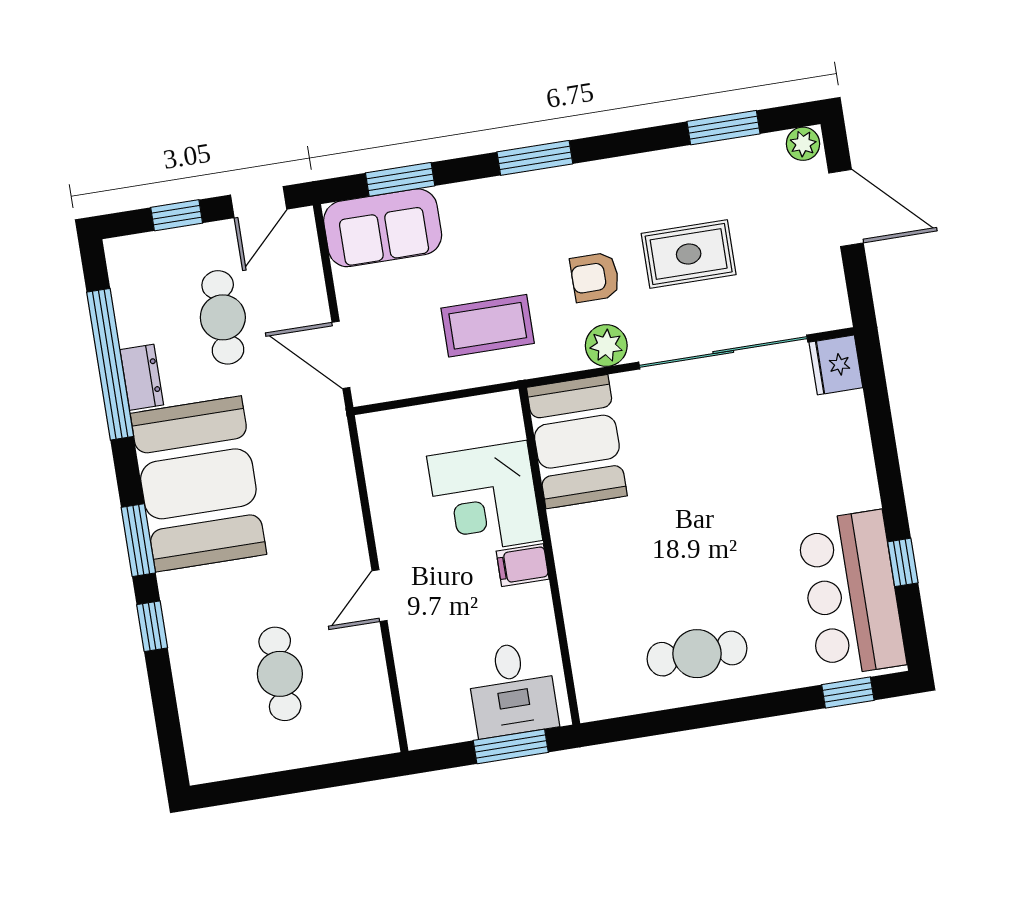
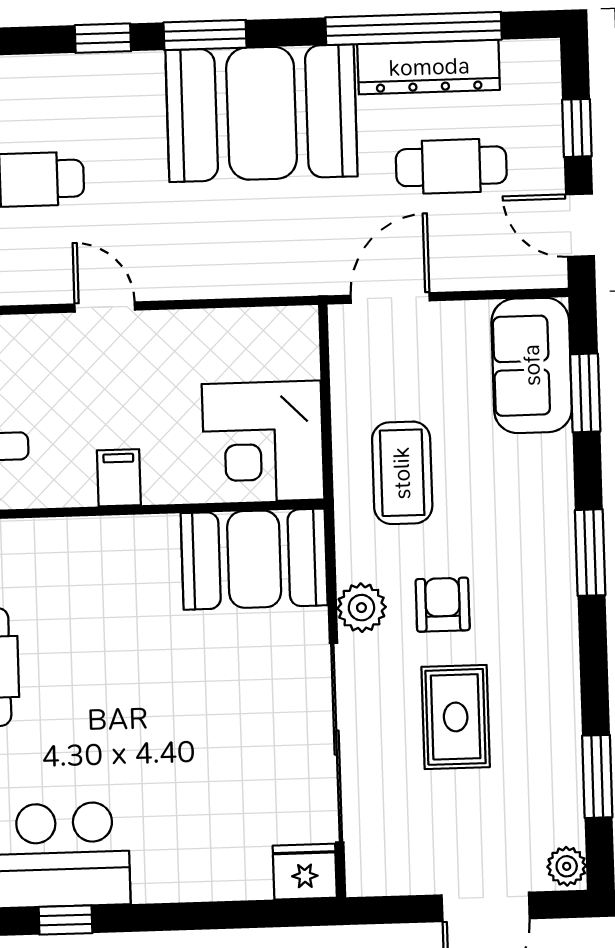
dresser: (142, 377) -> (429, 67), width x1.96, depth x1.24
corner desk: (485, 498) -> (263, 442), moved, turned -90

